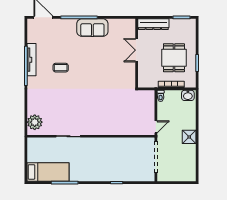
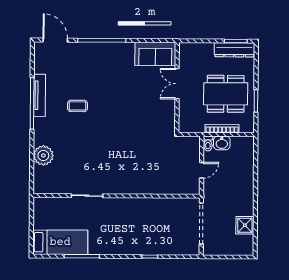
dresser: (153, 24) -> (234, 50), moved
sofa: (92, 28) -> (155, 54), moved
dining table: (174, 58) -> (226, 94), width x1.38
washbasin: (188, 95) -> (222, 143), moved
plant: (35, 122) -> (43, 155), moved
door: (156, 127) -> (202, 170), moved
shower: (189, 137) -> (245, 225), moved

